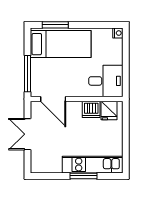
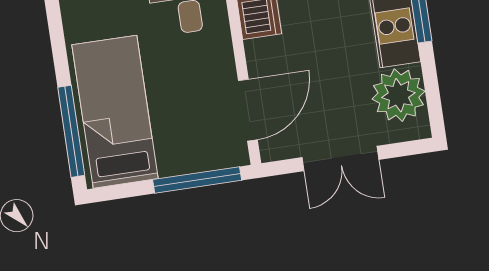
window: (55, 25) -> (71, 131), width x1.44
plant: (50, 162) -> (398, 95), added

